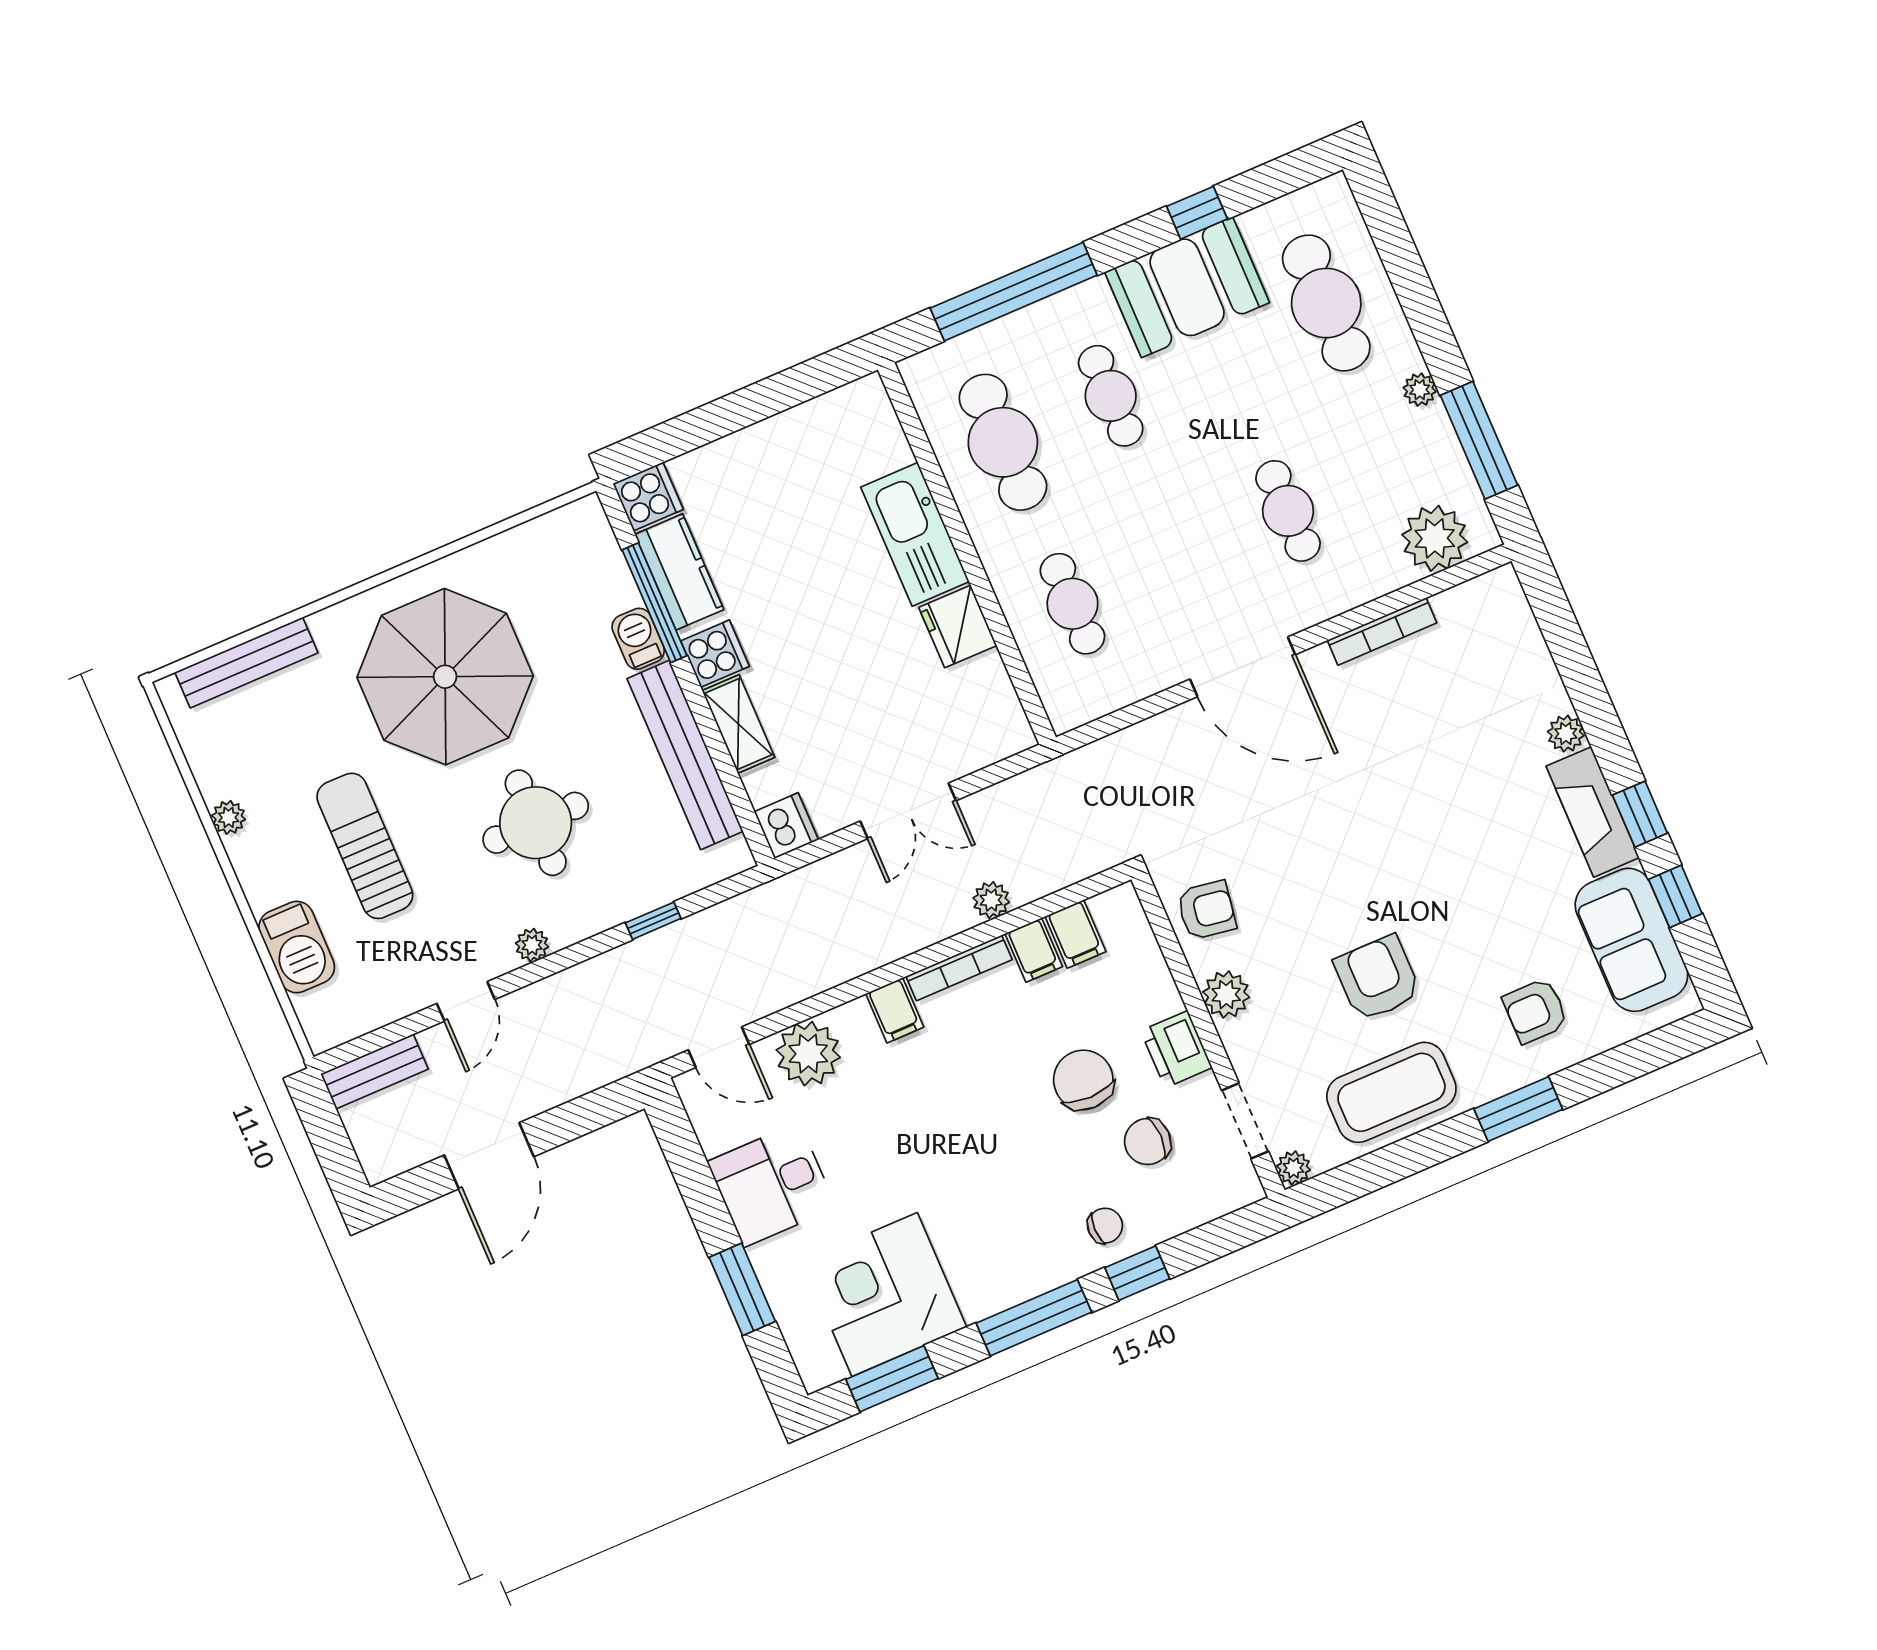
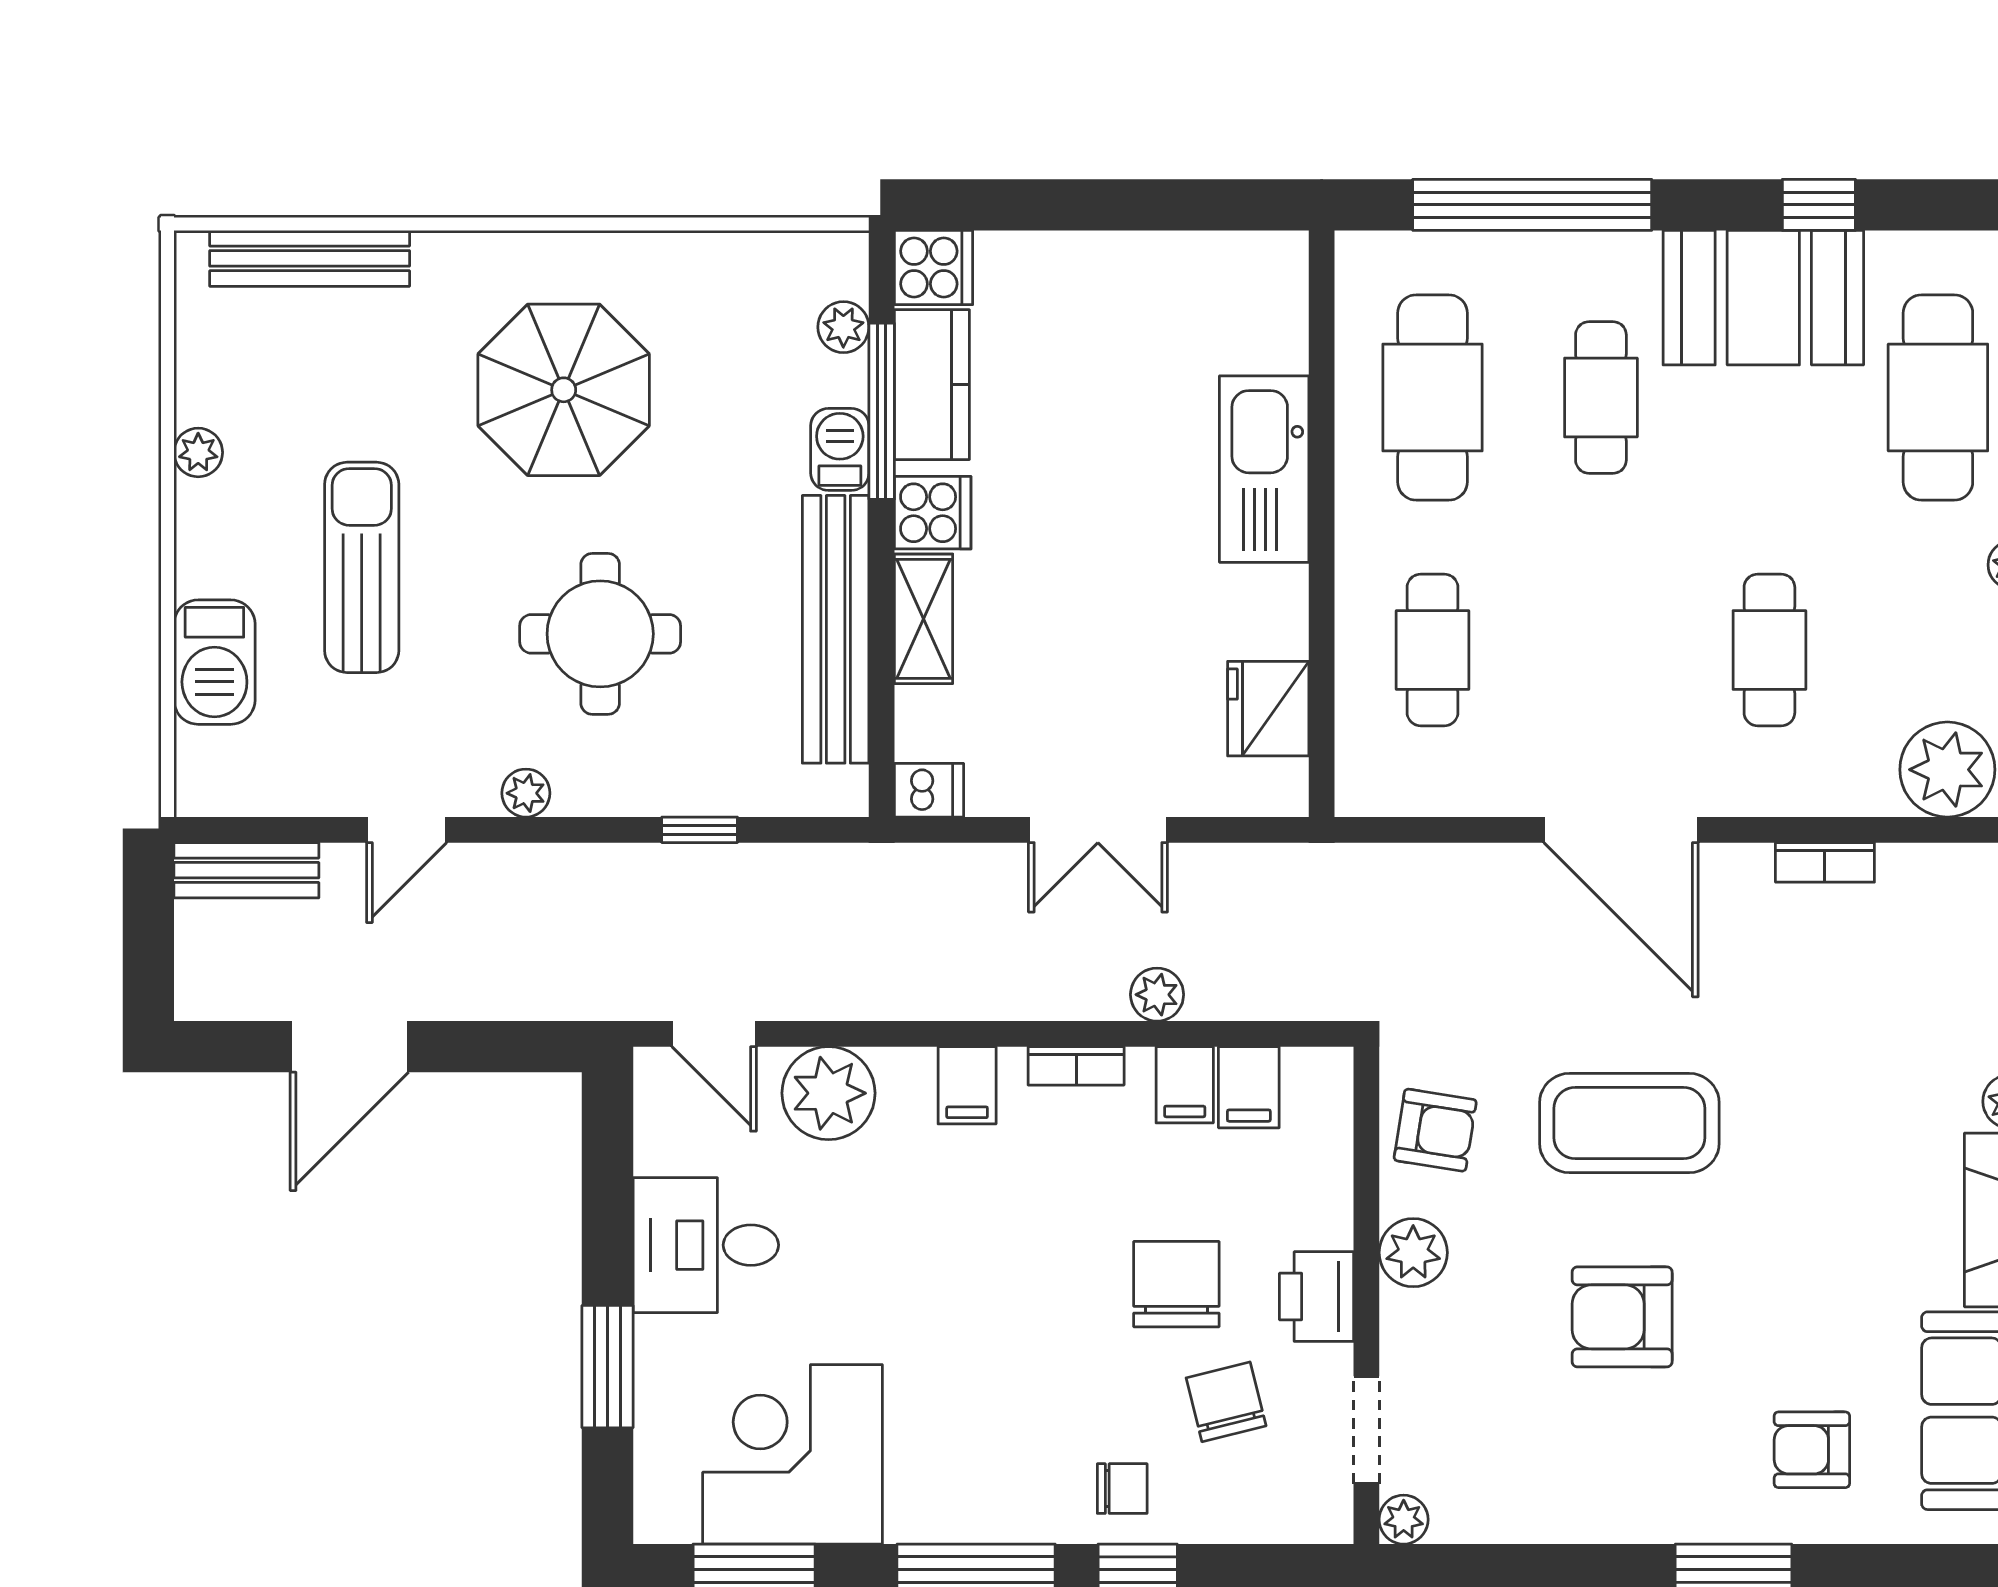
plant: (607, 559) -> (843, 327), added
fridge: (958, 626) -> (1268, 709), moved
bookcase: (1382, 632) -> (1825, 862), width x0.64
parasol: (445, 677) -> (564, 390), width x0.73, depth x0.73
dishwasher: (786, 826) -> (929, 790), width x0.73
bookcase: (959, 968) -> (1076, 1066), width x0.64
armchair: (1377, 978) -> (1622, 1317), turned -90
coffee table: (1391, 1092) -> (1629, 1123), moved
chair: (1148, 1142) -> (1226, 1402), turned 76

